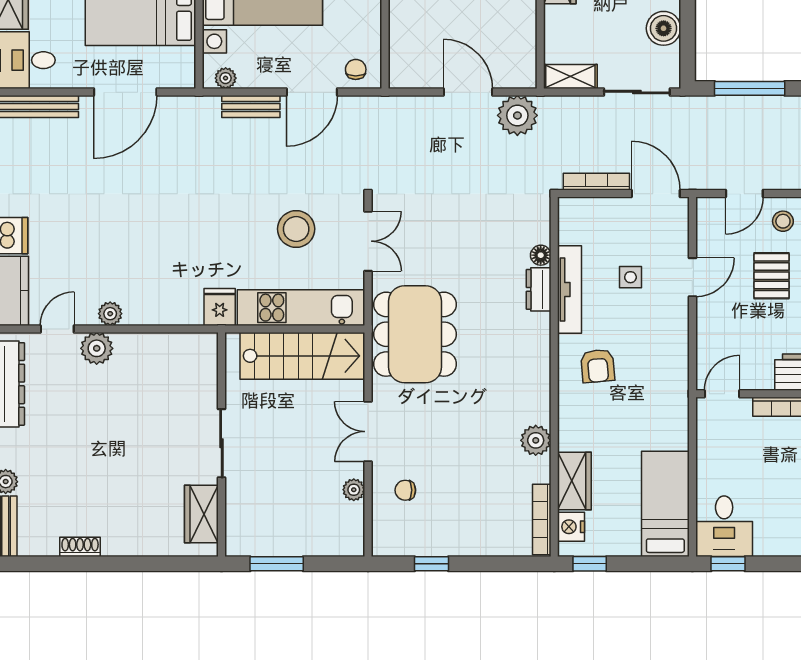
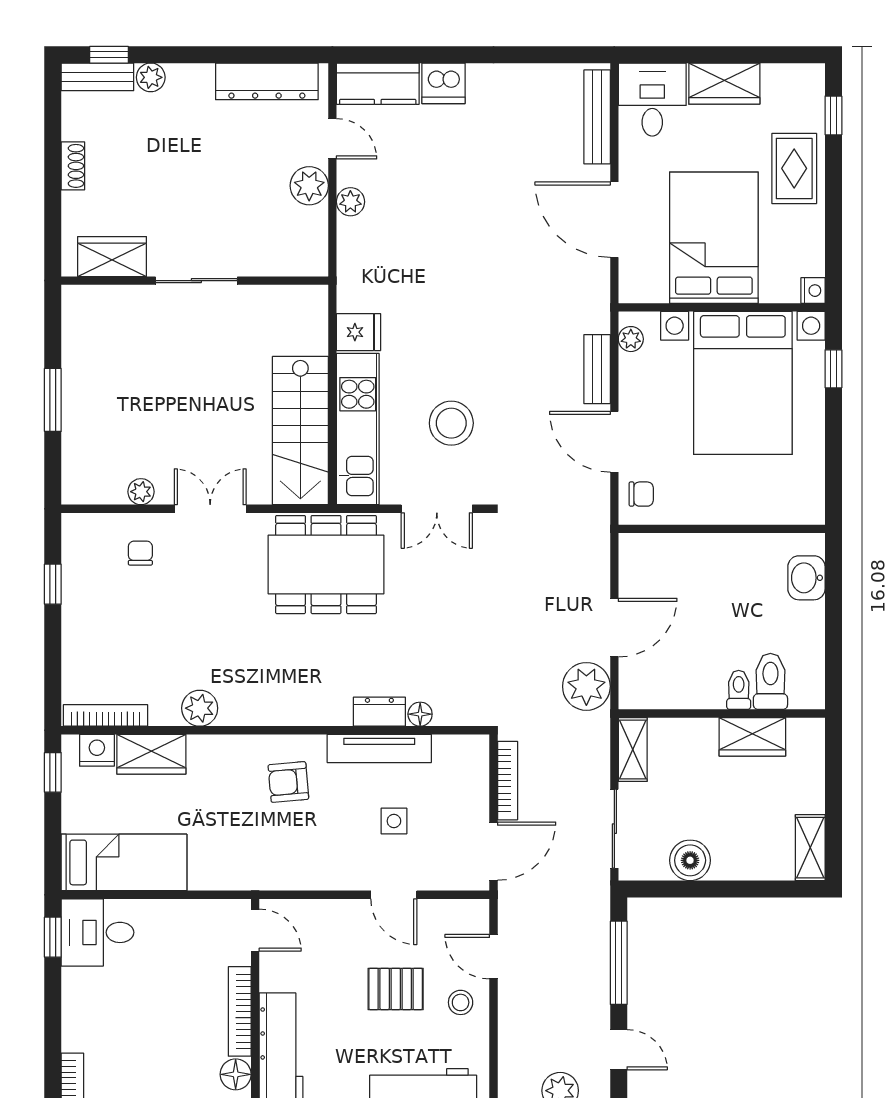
sliding door: (221, 443) -> (196, 281), moved
wall: (221, 445) -> (195, 281), moved
wardrobe: (201, 514) -> (112, 257), moved

